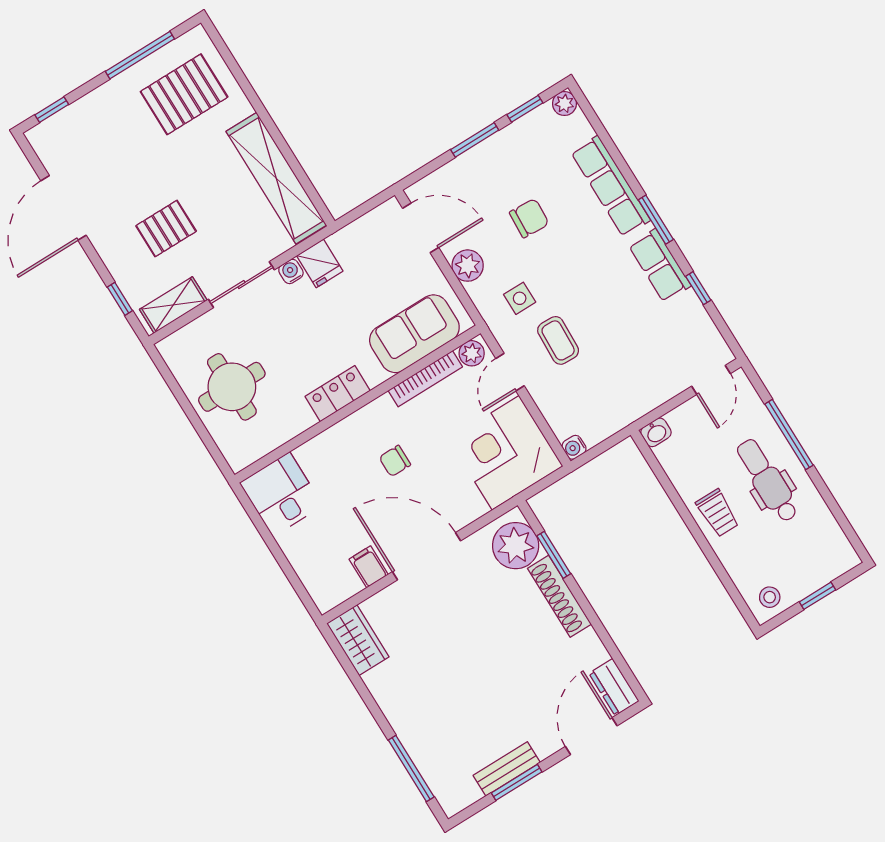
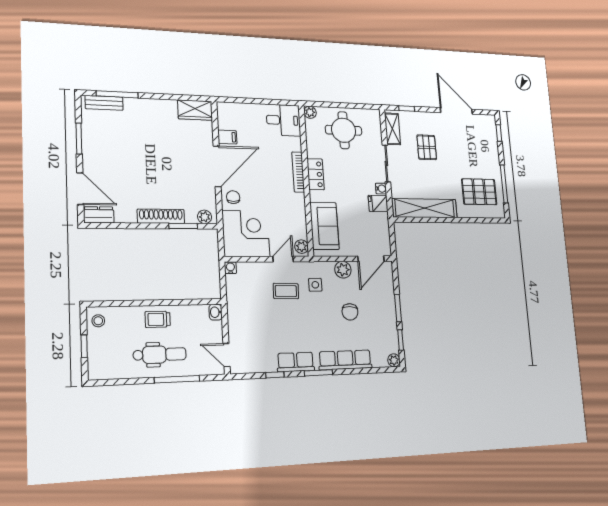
pallet: (184, 94) -> (479, 192), turned 90
door: (510, 372) -> (283, 259), hinge flipped
bookcase: (425, 379) -> (298, 172), moved
plant: (238, 459) -> (310, 112), added
chair: (395, 461) -> (233, 197), moved
plant: (516, 546) -> (205, 217), width x0.53, depth x0.53
bench: (507, 769) -> (104, 103), moved, turned 90

